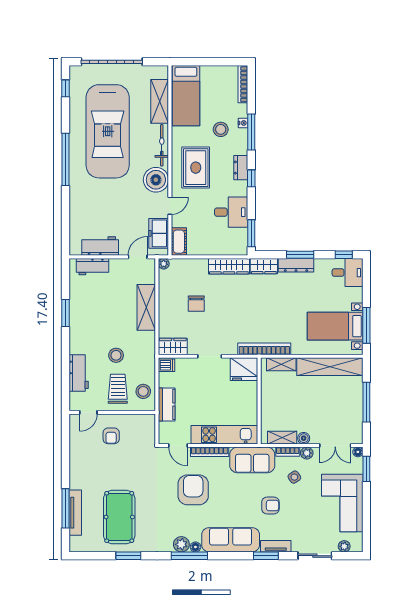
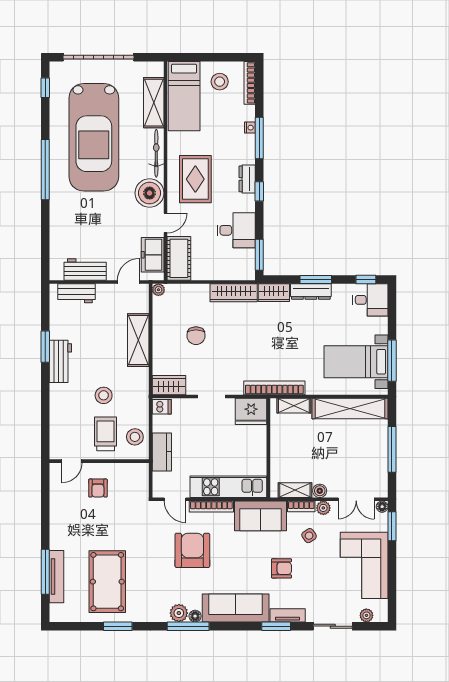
stool: (221, 129) -> (220, 82), moved
cot: (179, 242) -> (179, 258), width x1.37, depth x1.34
workbench: (79, 373) -> (60, 361), moved

